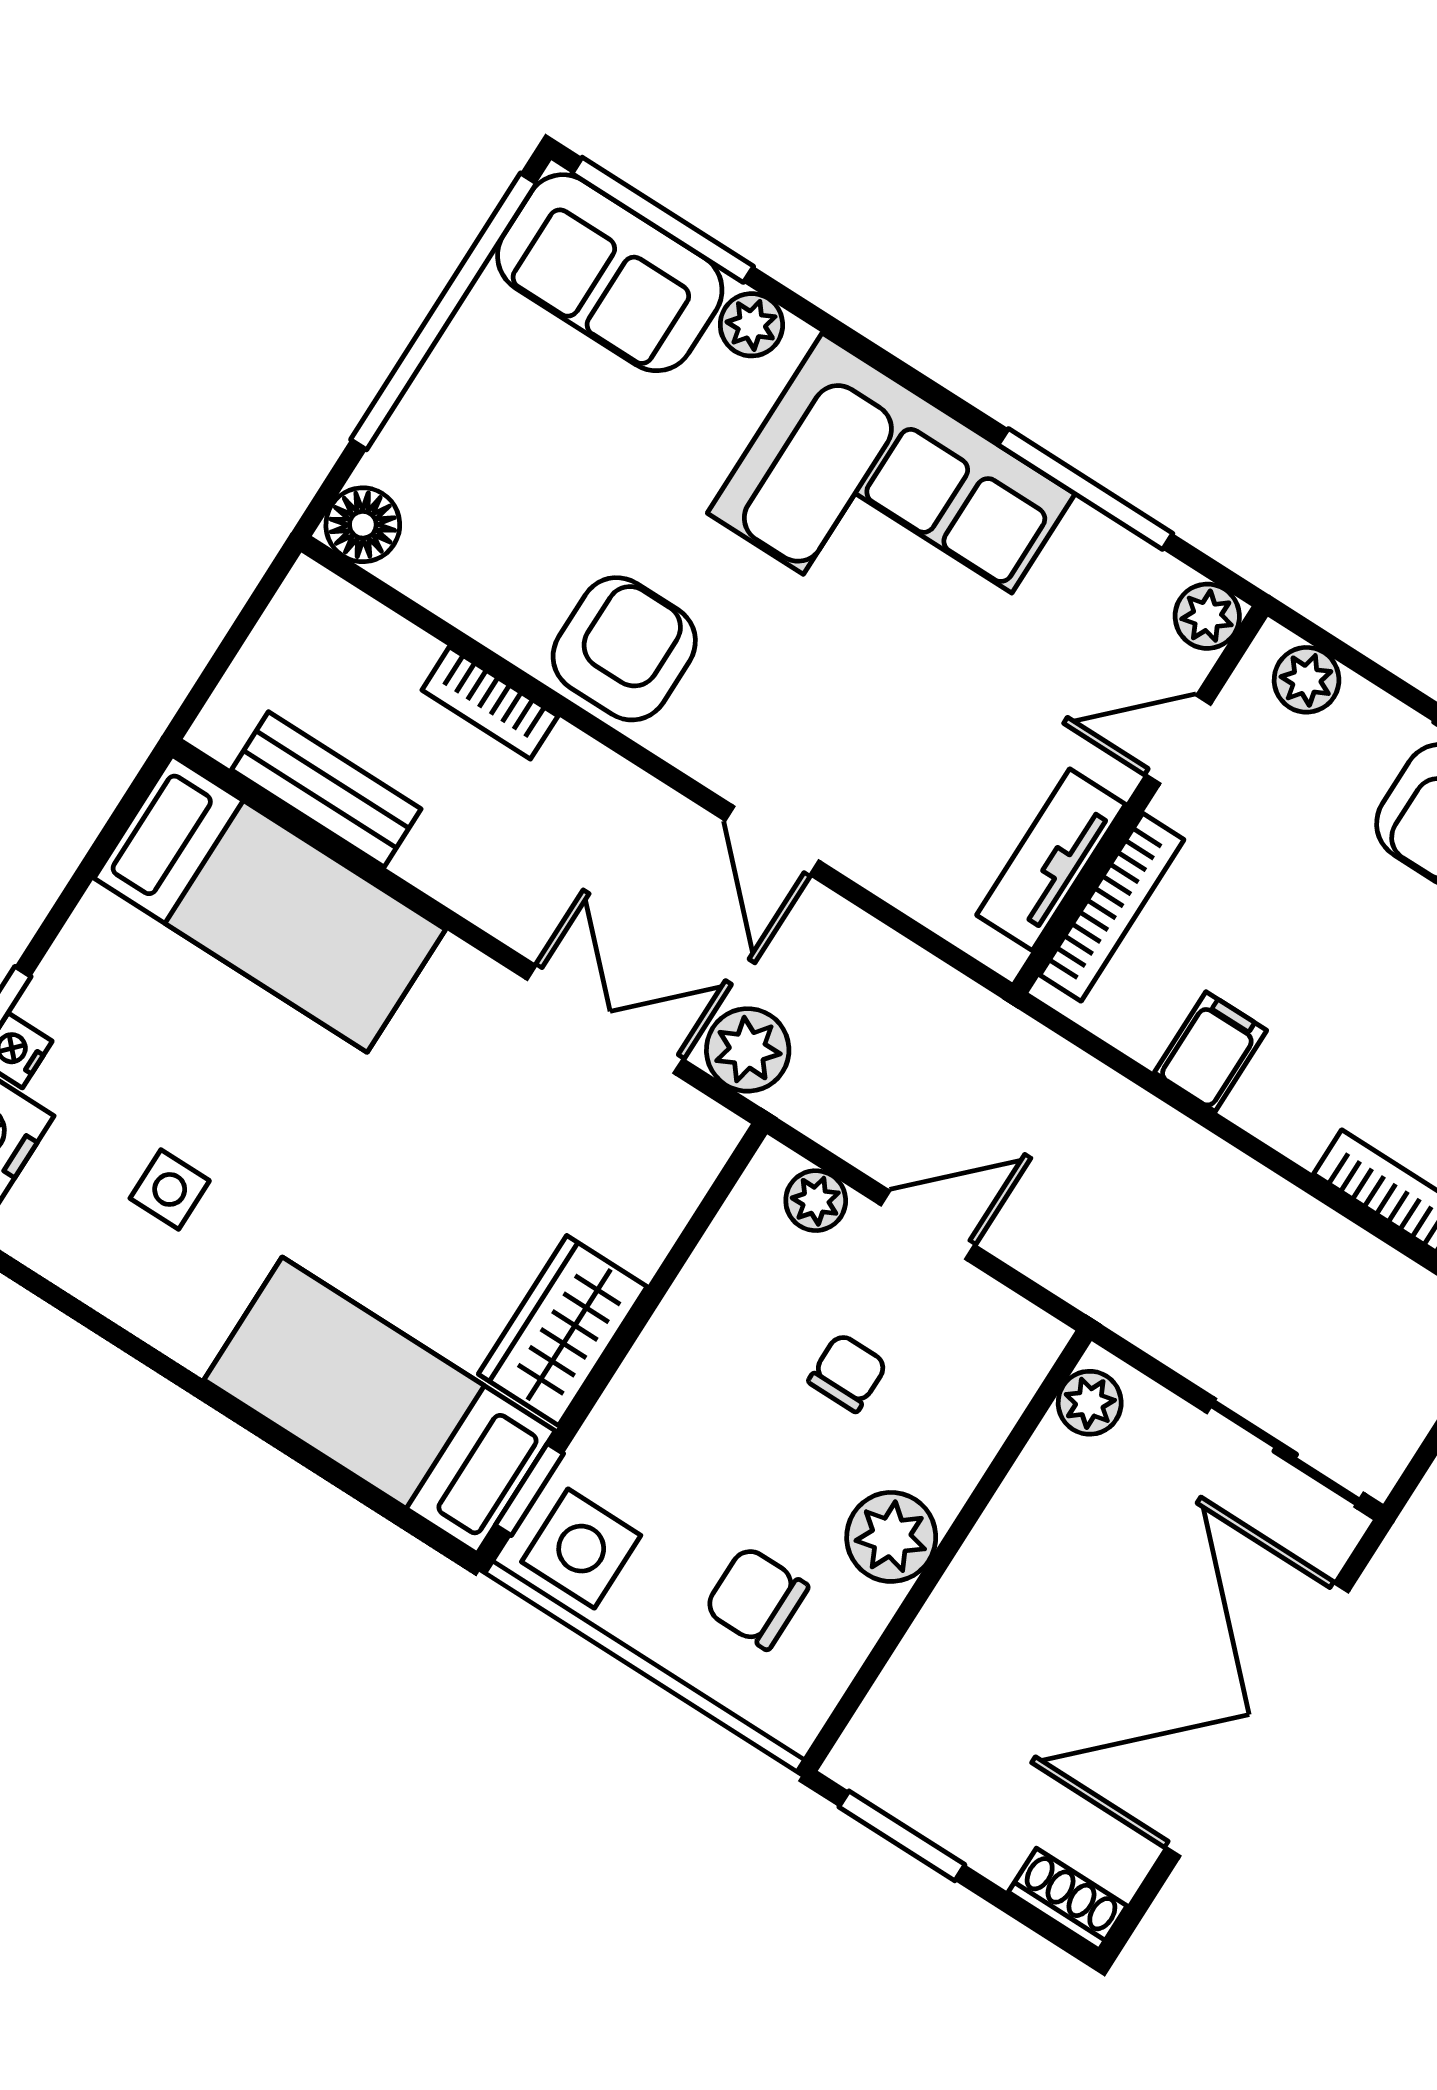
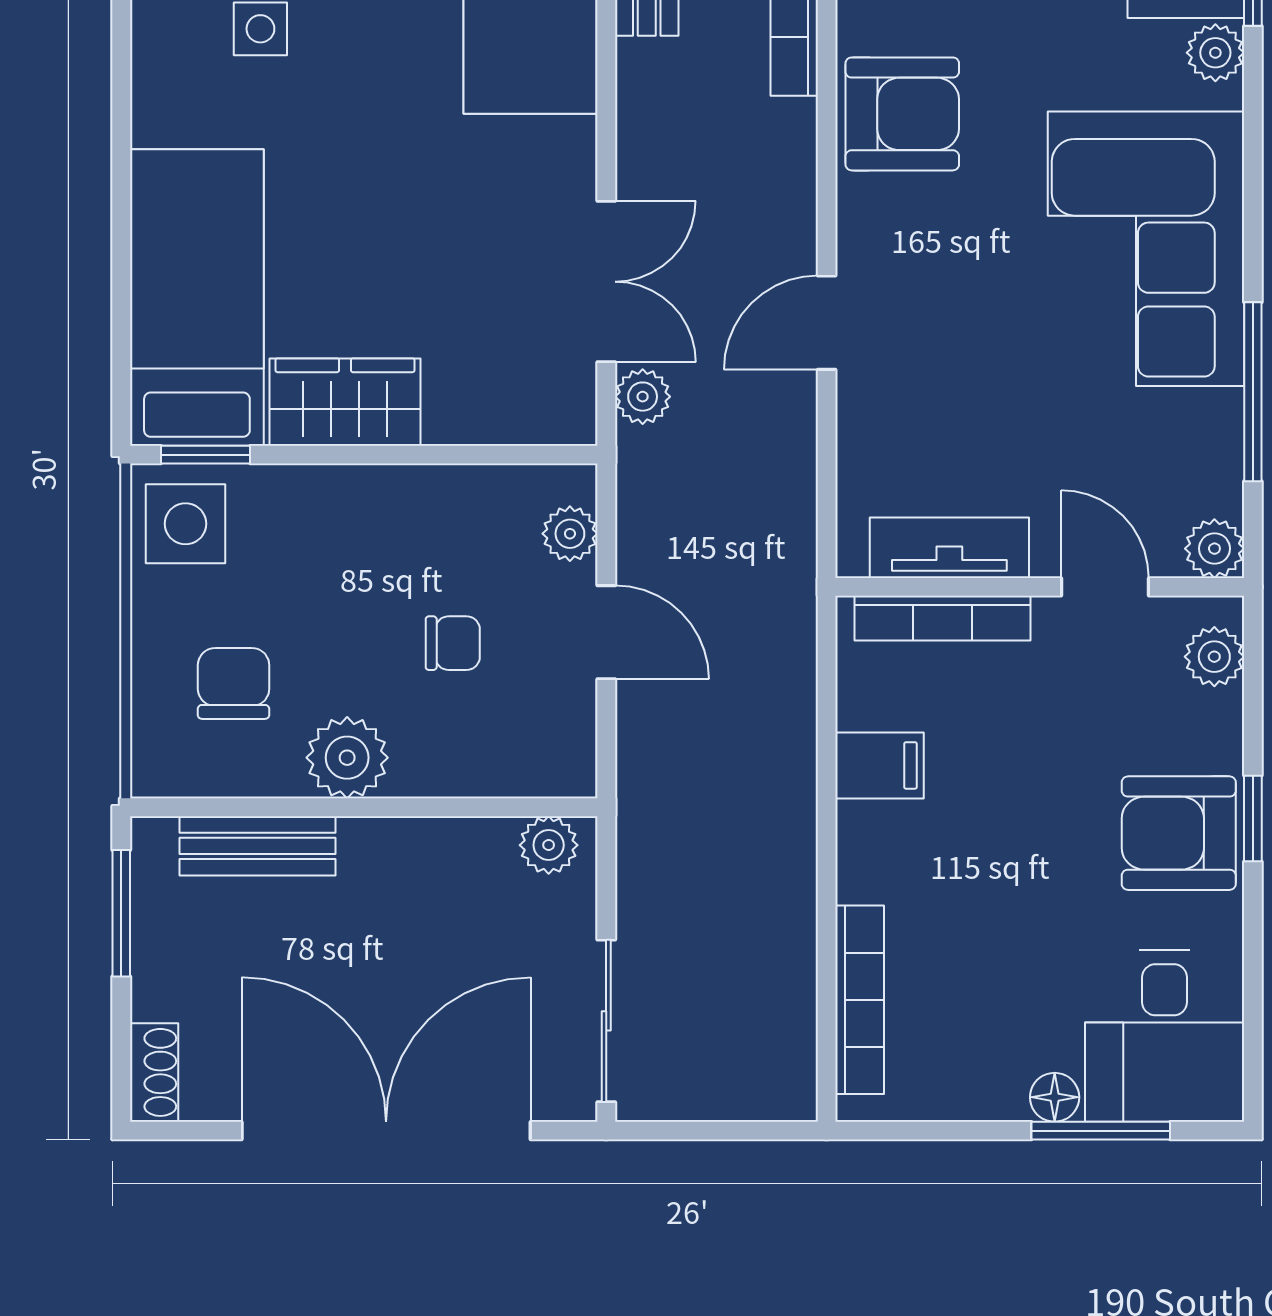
plant: (748, 1050) -> (643, 397), width x0.73, depth x0.73
bench: (920, 1671) -> (258, 846), added

